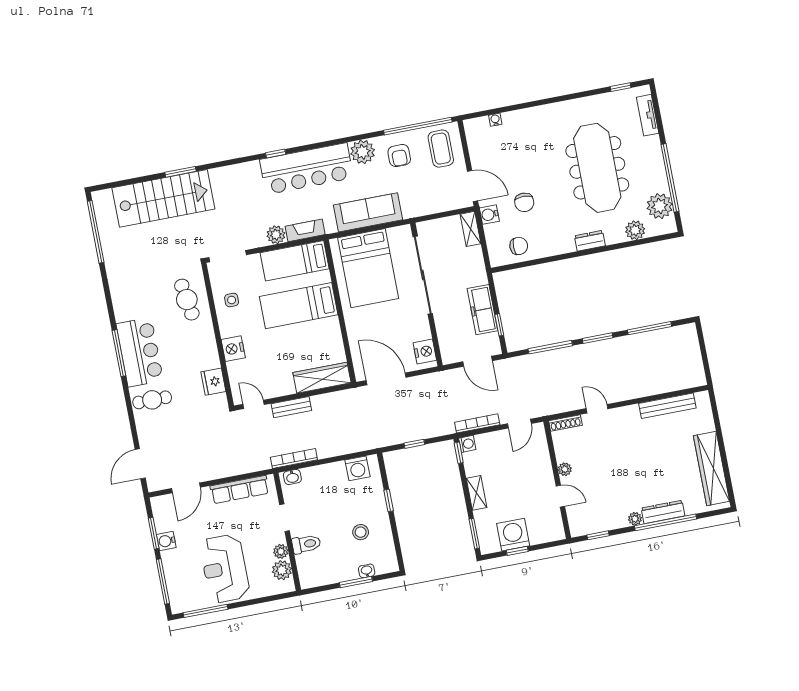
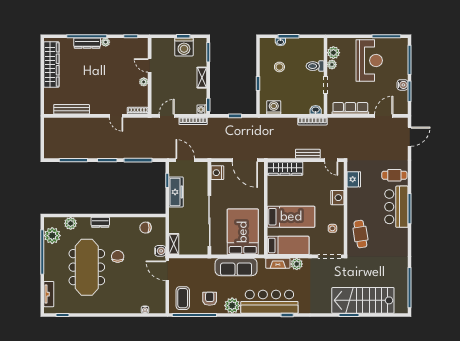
chair: (524, 202) -> (118, 256), moved

